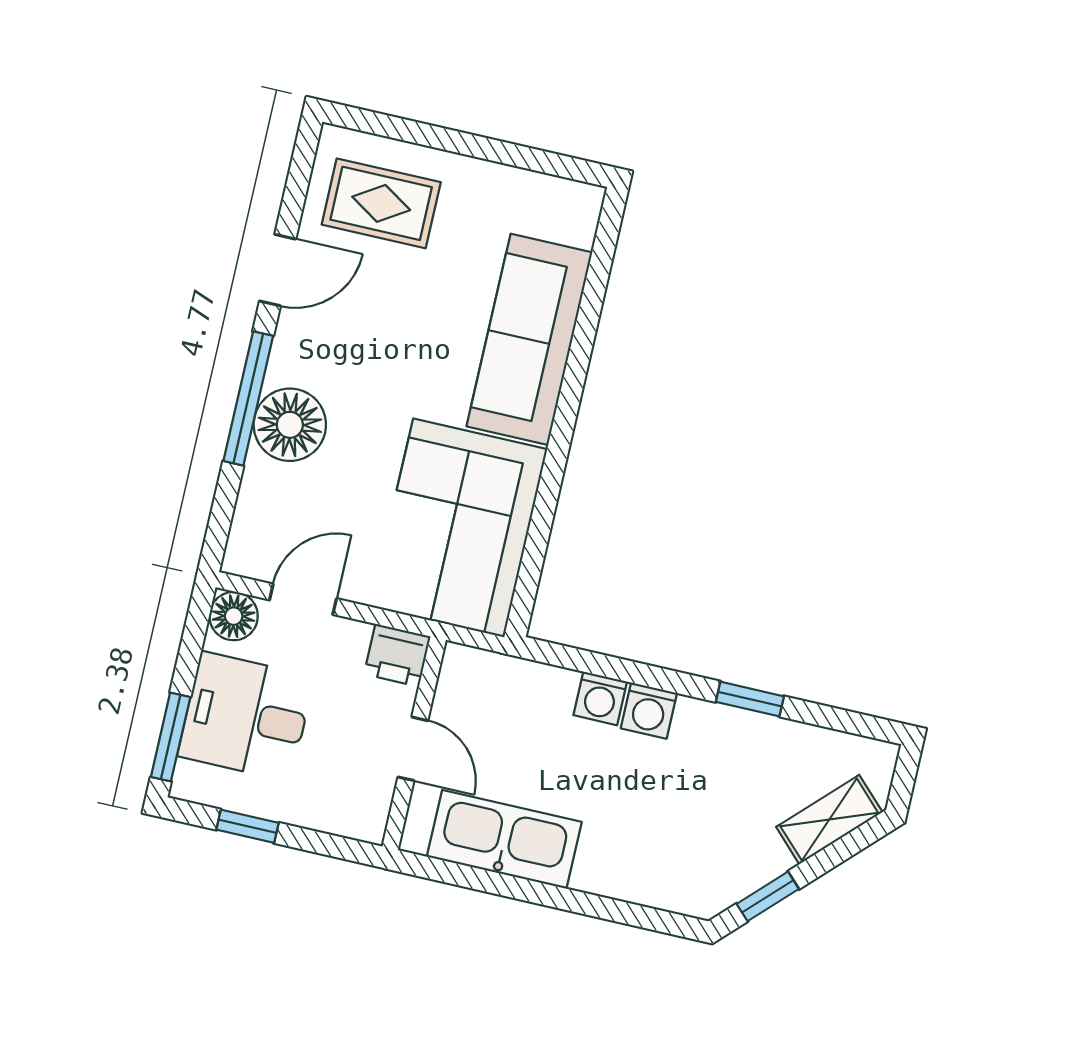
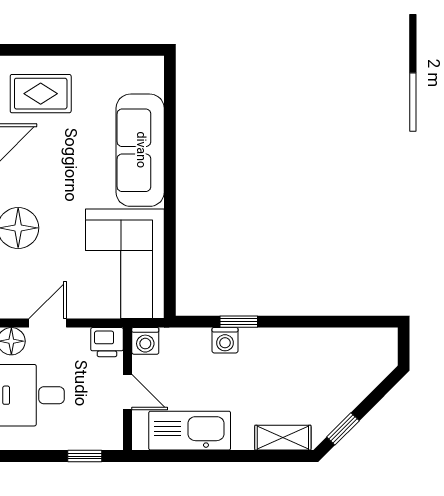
window: (750, 699) -> (239, 322), moved
washing machine: (649, 711) -> (145, 341), moved
shelving: (829, 820) -> (283, 438), moved, turned 45
window: (248, 826) -> (85, 456), moved

